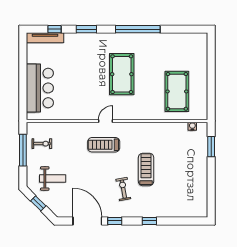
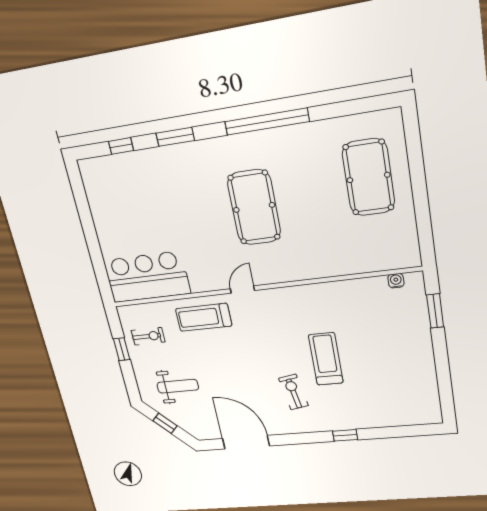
tv unit: (45, 38) -> (109, 164), removed
bar counter: (40, 88) -> (147, 277), moved, turned -90
pool table: (177, 91) -> (368, 177), moved
treadmill: (104, 145) -> (204, 317), moved
window: (23, 150) -> (122, 349), width x0.46
window: (115, 221) -> (289, 439), removed

